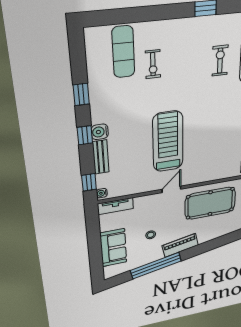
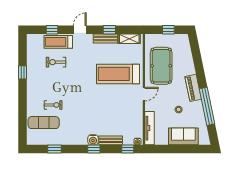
window: (81, 95) -> (54, 149), moved
treadmill: (168, 142) -> (118, 74), moved
door: (171, 189) -> (144, 94), swing flipped
tv unit: (116, 206) -> (149, 128), width x1.41

